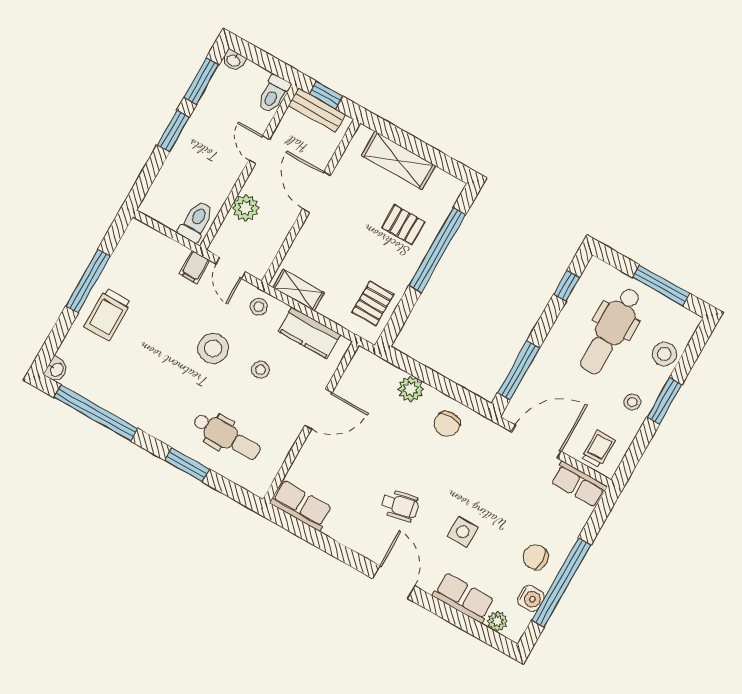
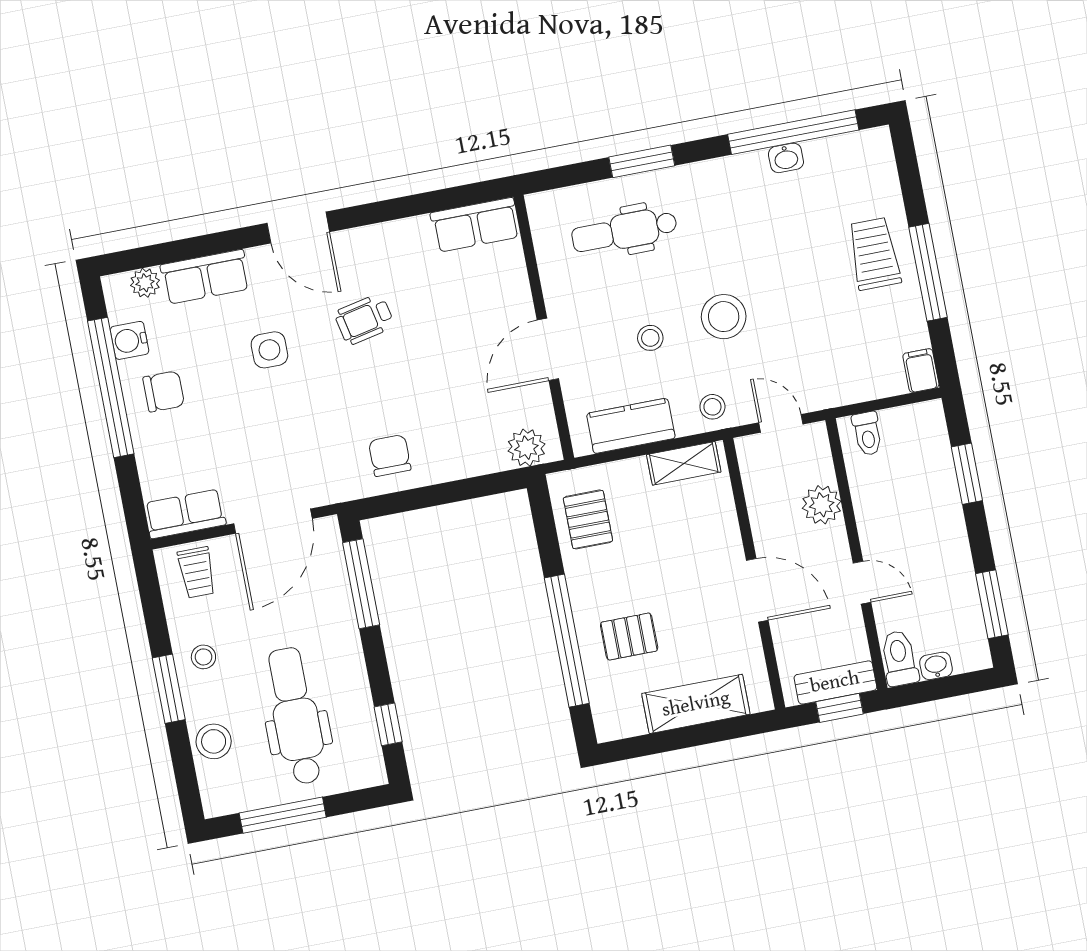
washbasin: (234, 60) -> (936, 666), moved
window: (173, 131) -> (967, 474), moved
toilet: (196, 221) -> (867, 434), width x0.73, depth x0.72
filing cabinet: (195, 267) -> (921, 371), moved
washbasin: (56, 369) -> (786, 158), moved, turned -90
plant: (411, 389) -> (526, 448), moved

